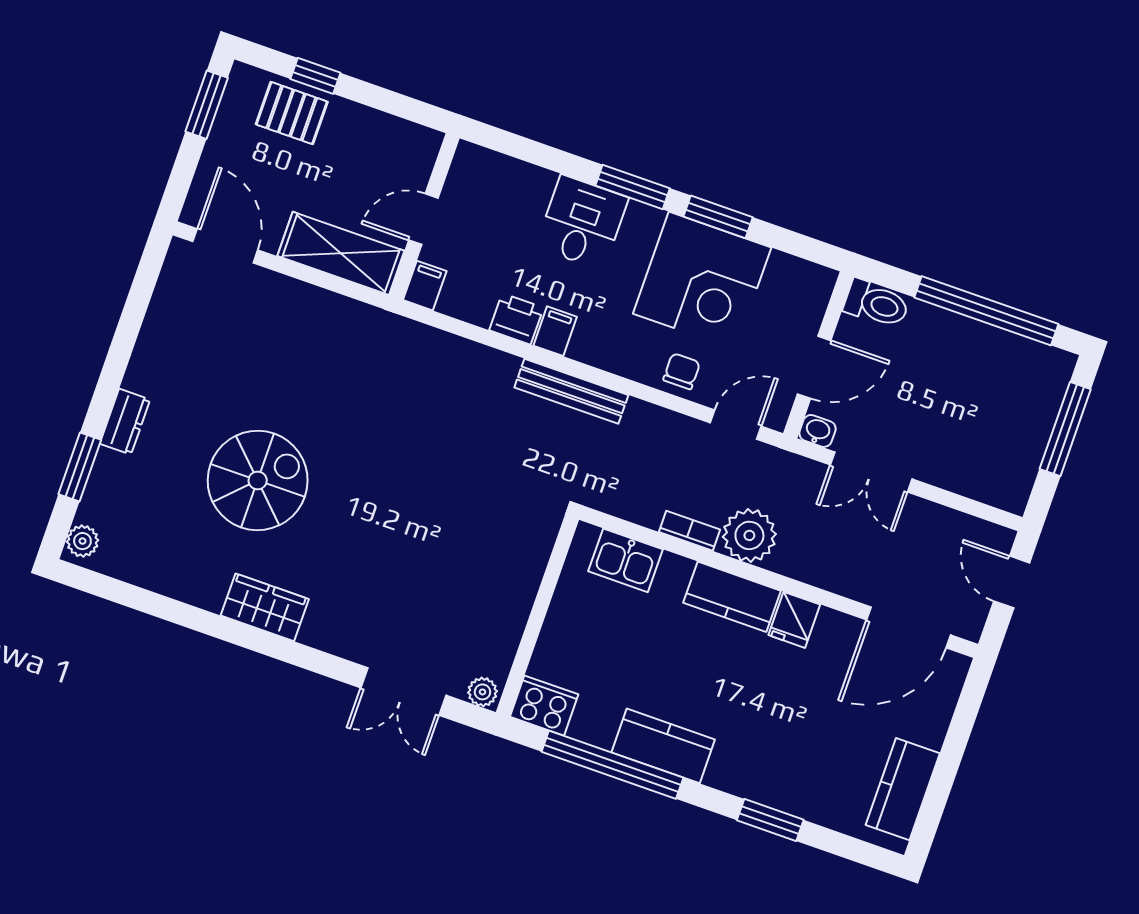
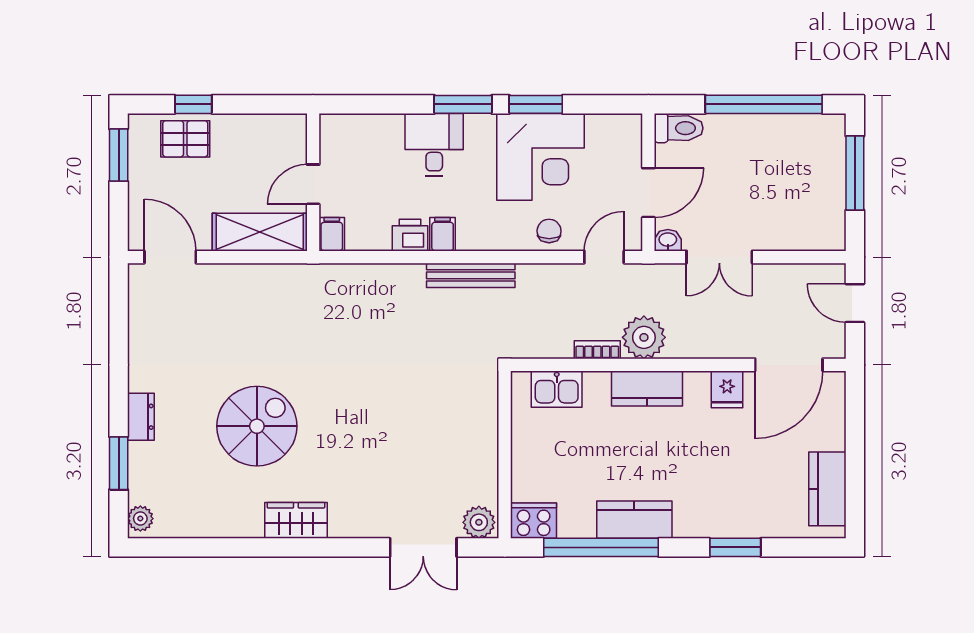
fridge: (794, 620) -> (727, 389), moved
plant: (482, 692) -> (479, 522), width x1.38, depth x1.38

